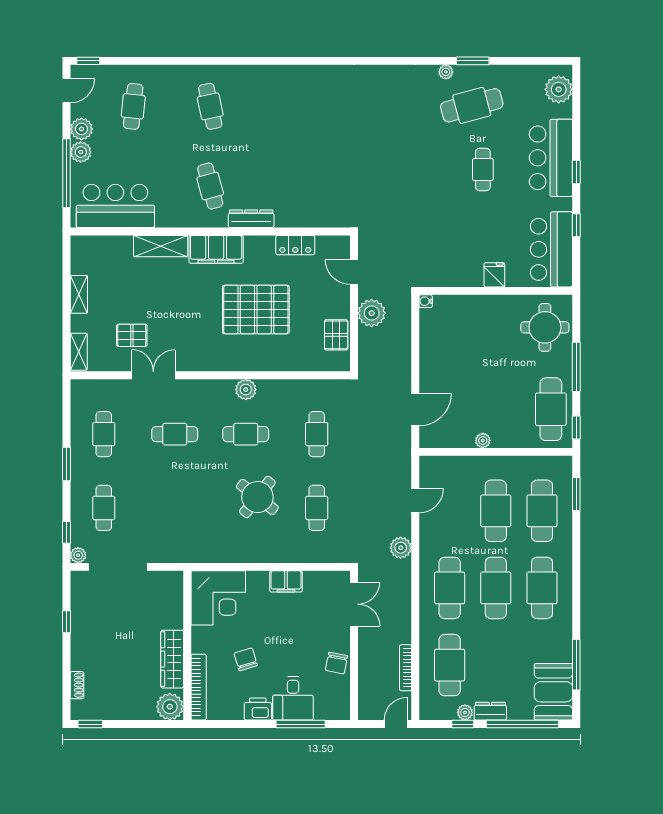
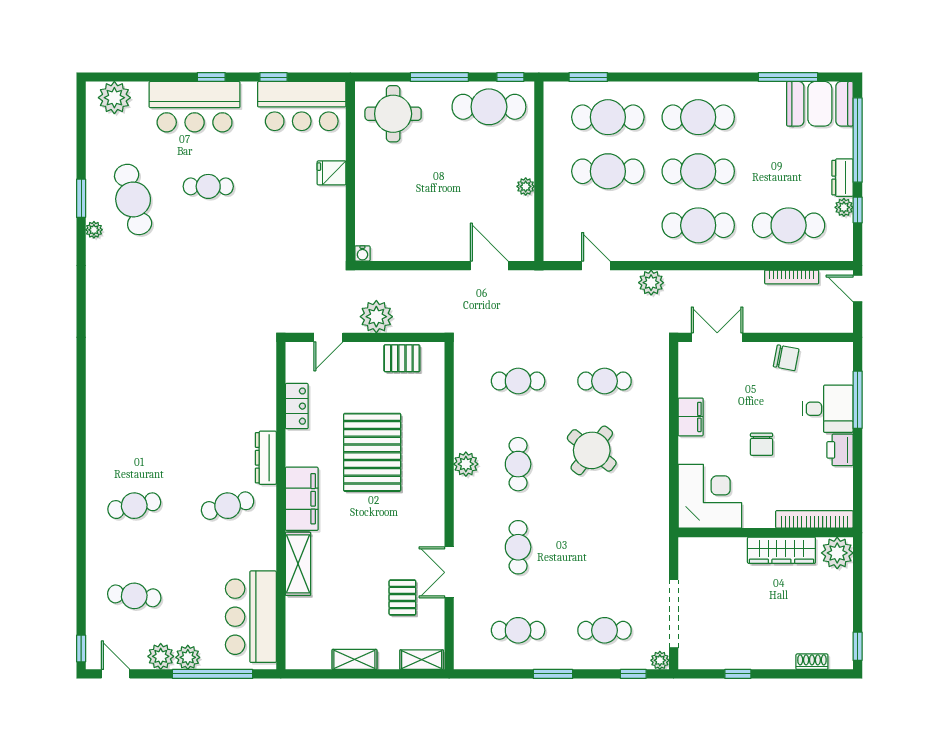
chair: (246, 659) -> (762, 444), moved, turned -73

